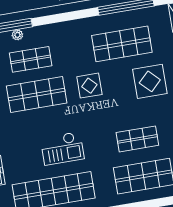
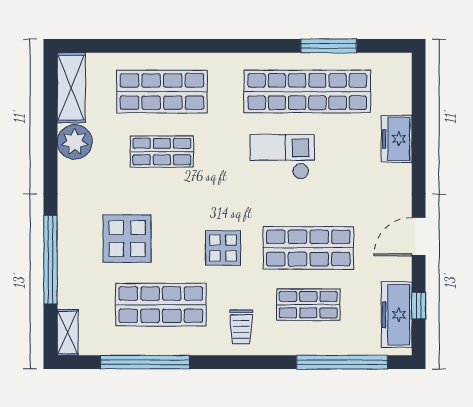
plant: (17, 35) -> (322, 347), removed
trolley: (70, 39) -> (241, 327), added

